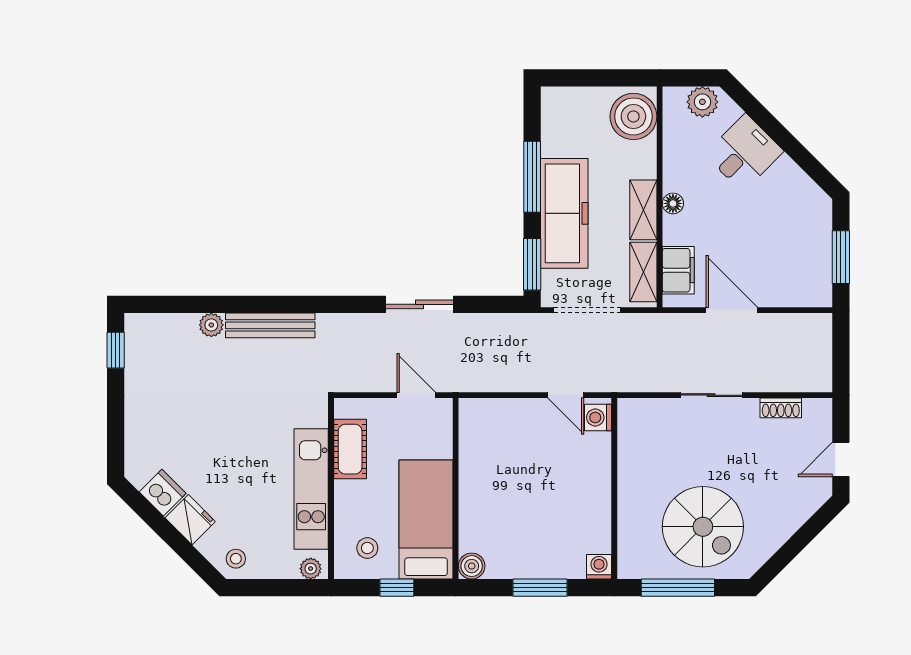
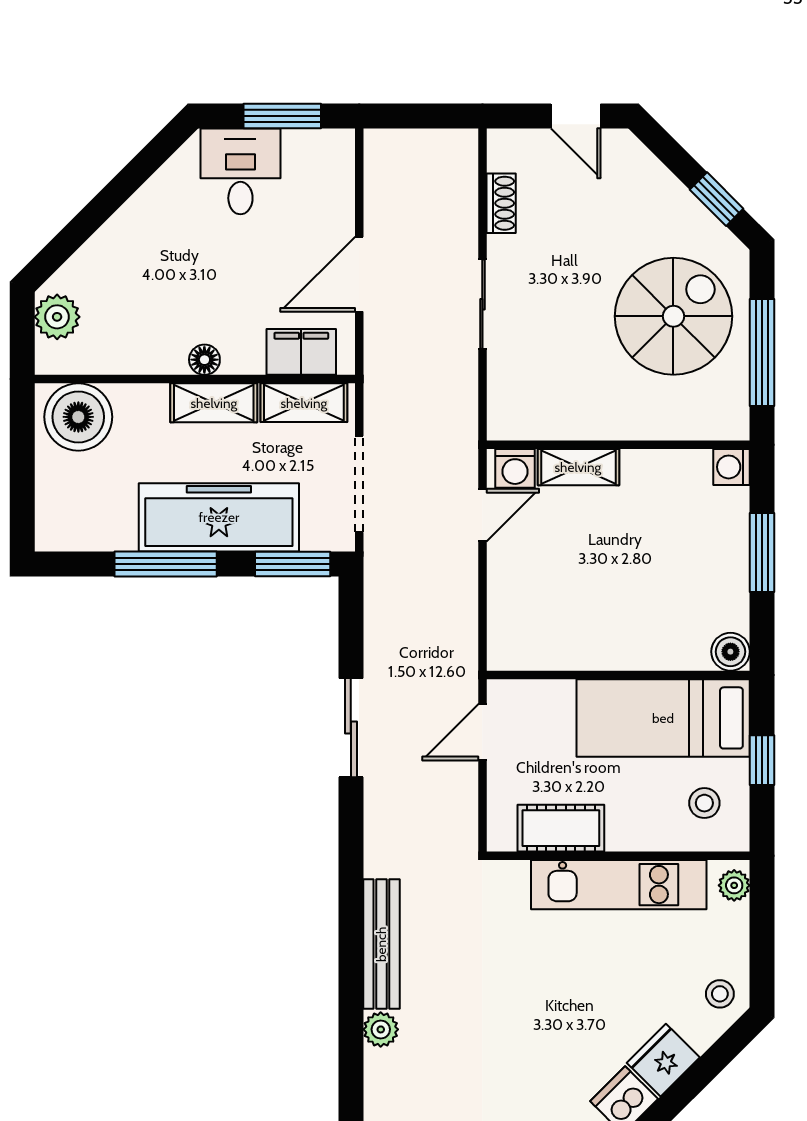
desk: (744, 153) -> (240, 171), moved, turned 45
shelving: (599, 461) -> (578, 467), added
window: (784, 556) -> (717, 199), added

